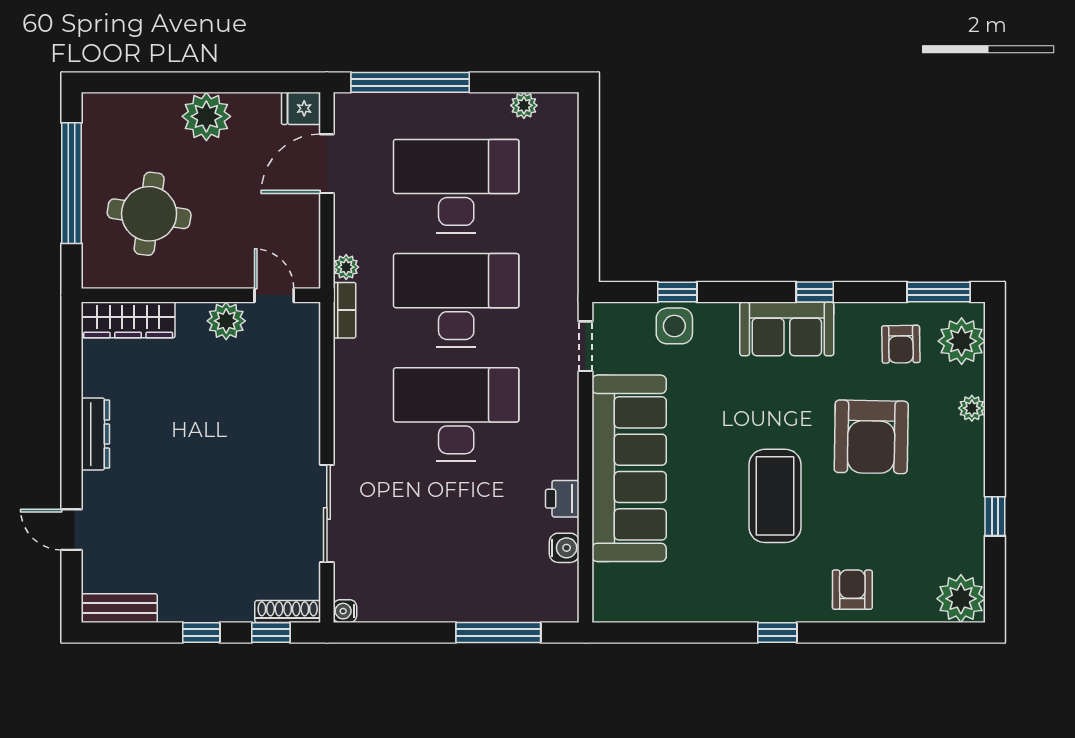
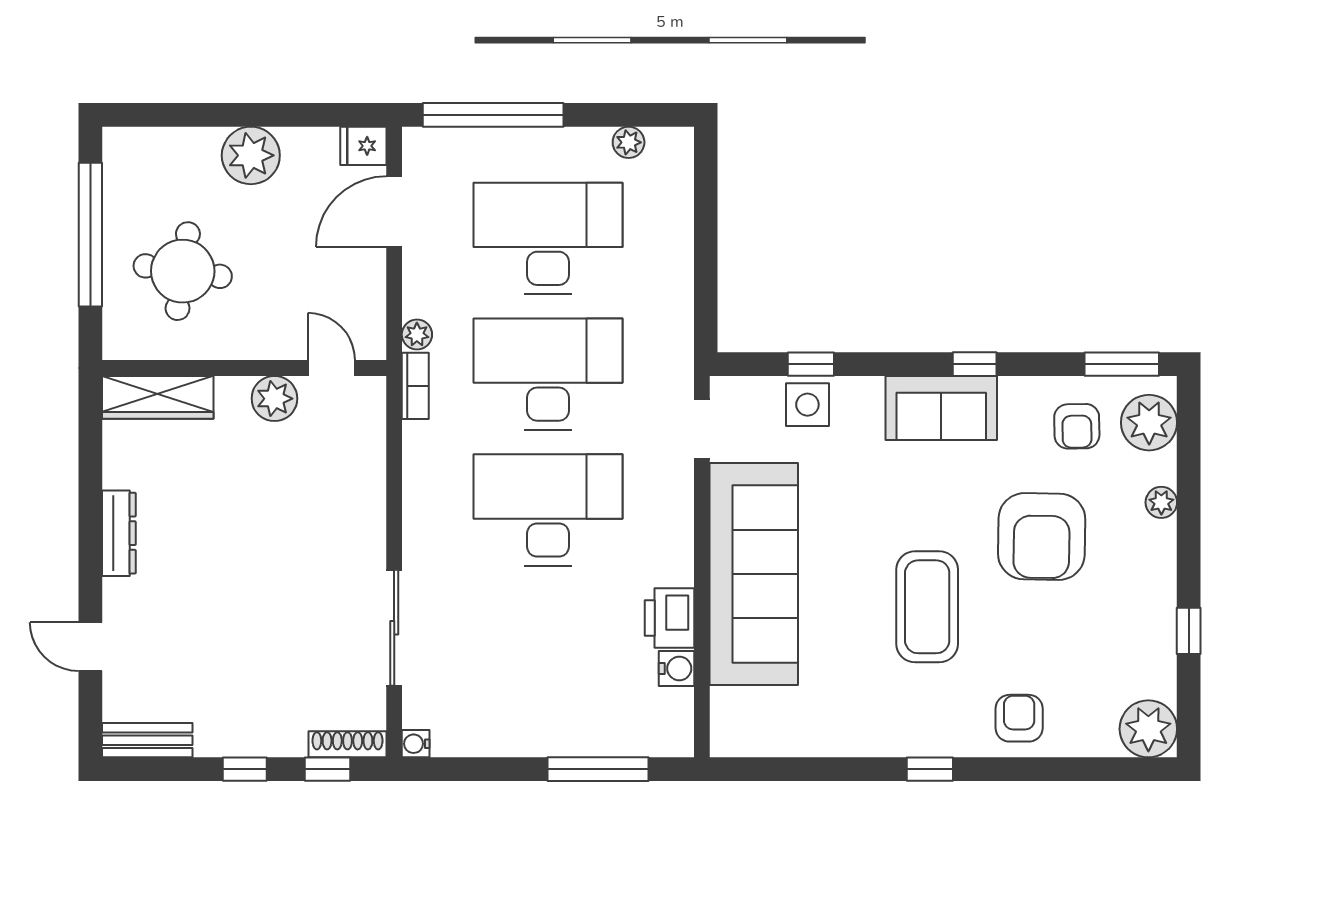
printer: (562, 499) -> (669, 618), width x1.36, depth x1.24

